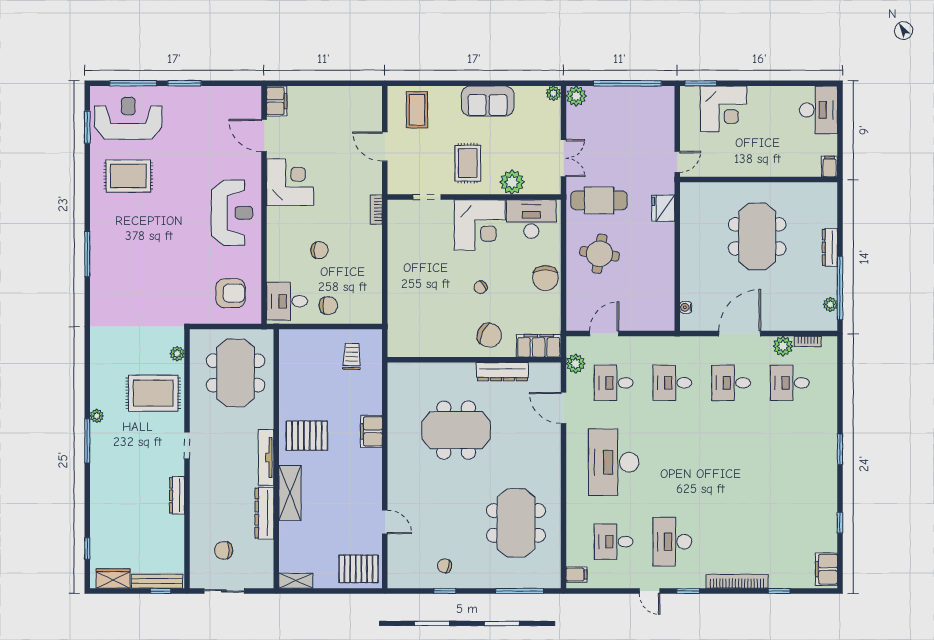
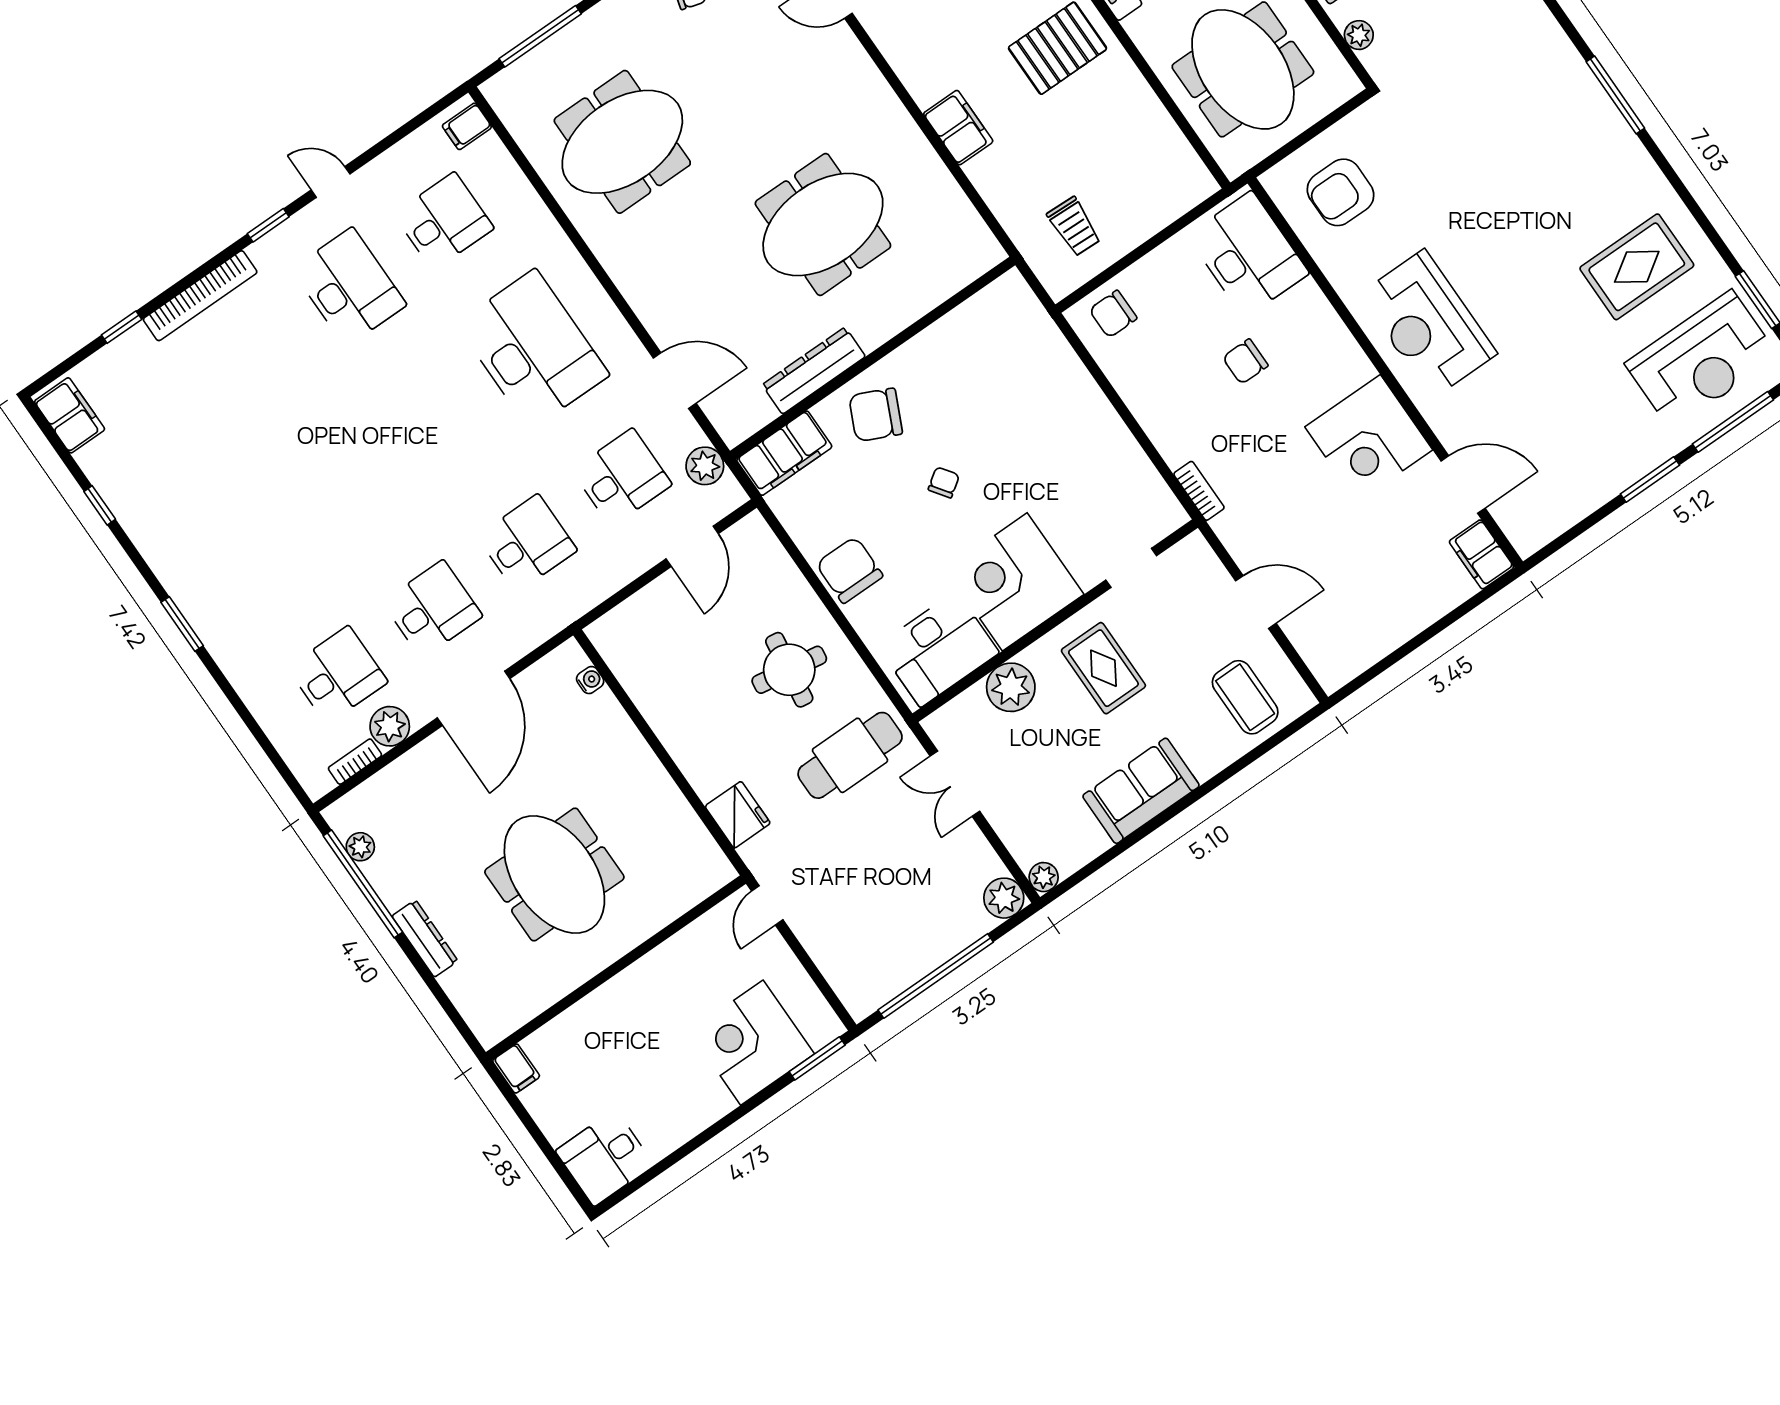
desk: (818, 110) -> (605, 1158), width x0.73
desk: (287, 301) -> (1248, 254), width x1.37
chair: (328, 306) -> (1113, 314), moved
meeting table: (516, 523) -> (622, 142), turned 90

